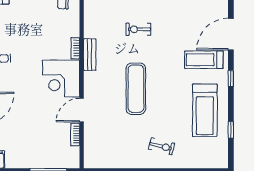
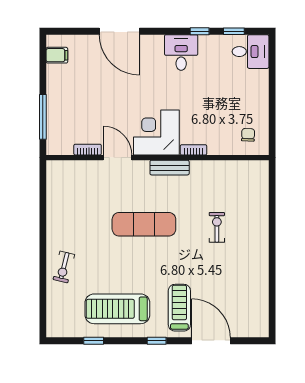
bench: (90, 55) -> (170, 168), moved
exercise bike: (162, 146) -> (64, 267), moved

